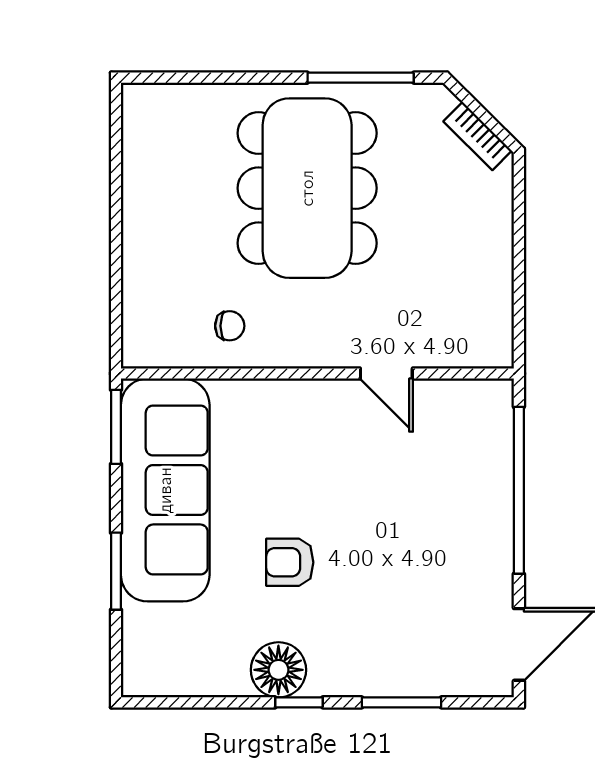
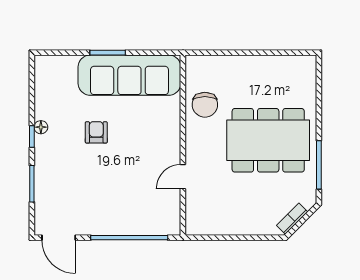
chair: (230, 326) -> (205, 105), width x1.87, depth x1.87
window: (116, 427) -> (158, 53), removed
window: (116, 571) -> (108, 53), moved
floor lamp: (278, 670) -> (41, 127), width x0.53, depth x0.53

